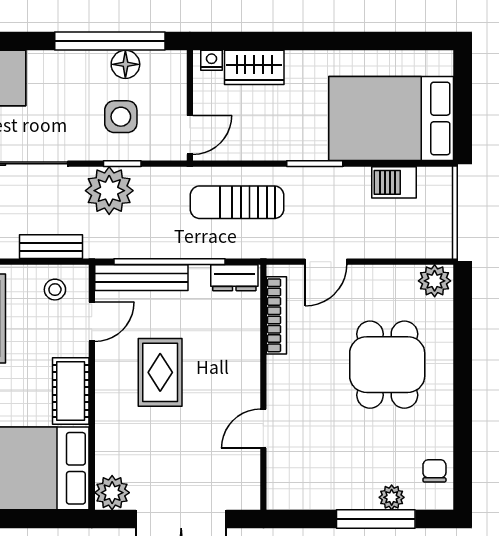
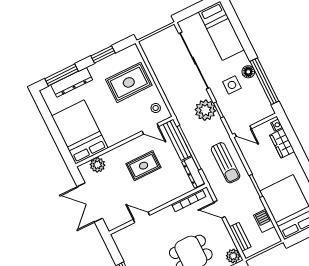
floor lamp: (125, 64) -> (248, 72), moved
side table: (121, 117) -> (232, 85), moved
sun lounger: (237, 202) -> (226, 163), turned 180
bench: (51, 247) -> (240, 237), moved
dresser: (234, 278) -> (193, 172), width x1.44
cot: (71, 391) -> (119, 134), removed
plant: (112, 493) -> (97, 165), moved

